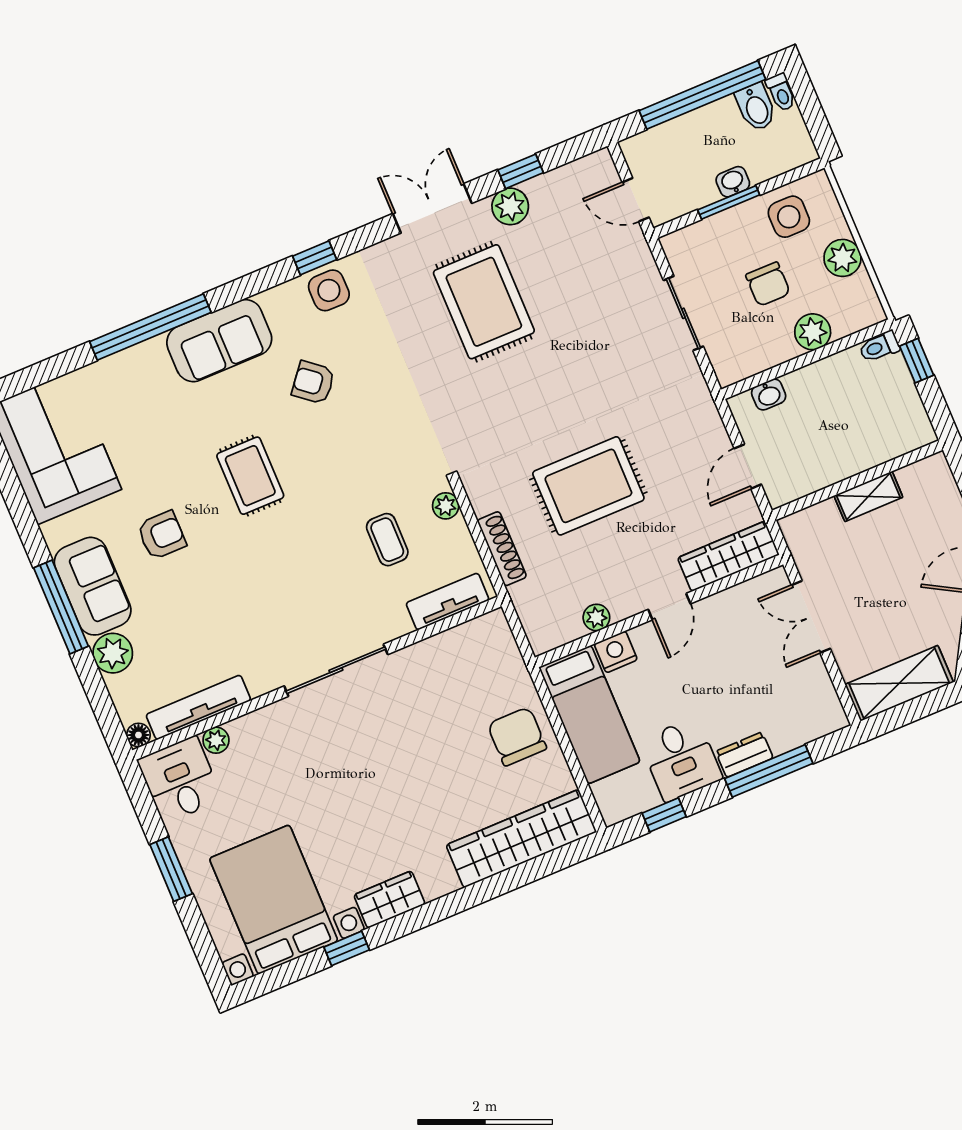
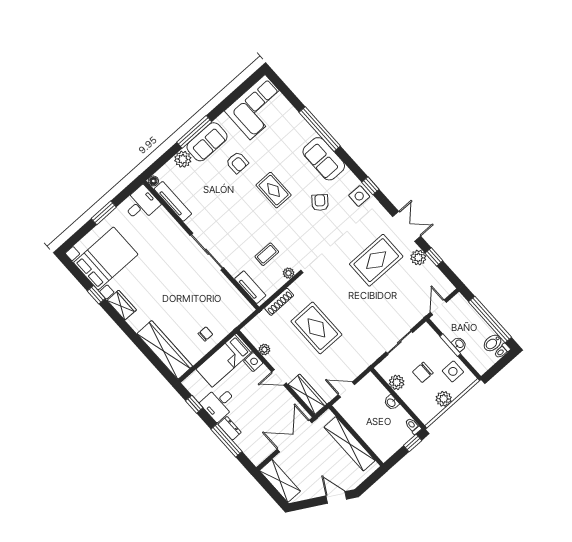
plant: (813, 332) -> (397, 382), moved
washbasin: (769, 394) -> (391, 403), moved
rug: (250, 476) -> (274, 190), turned 90
shelving: (868, 496) -> (350, 444), width x2.20, depth x1.33
double door: (811, 617) -> (294, 436), width x1.37
chair: (517, 736) -> (205, 334), width x0.54, depth x0.54
plant: (216, 740) -> (162, 213), removed

